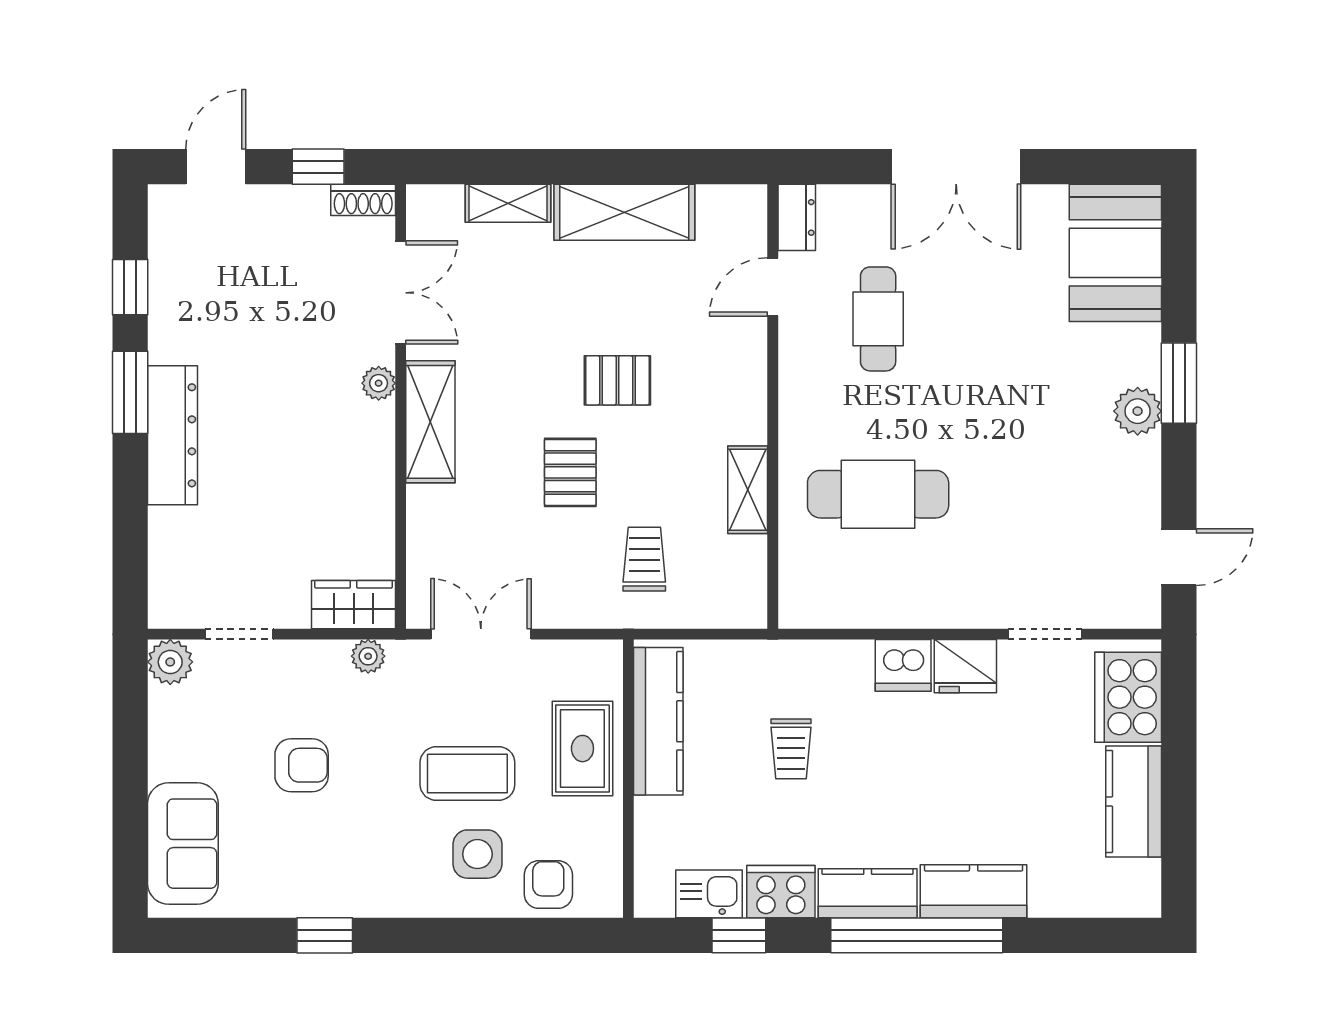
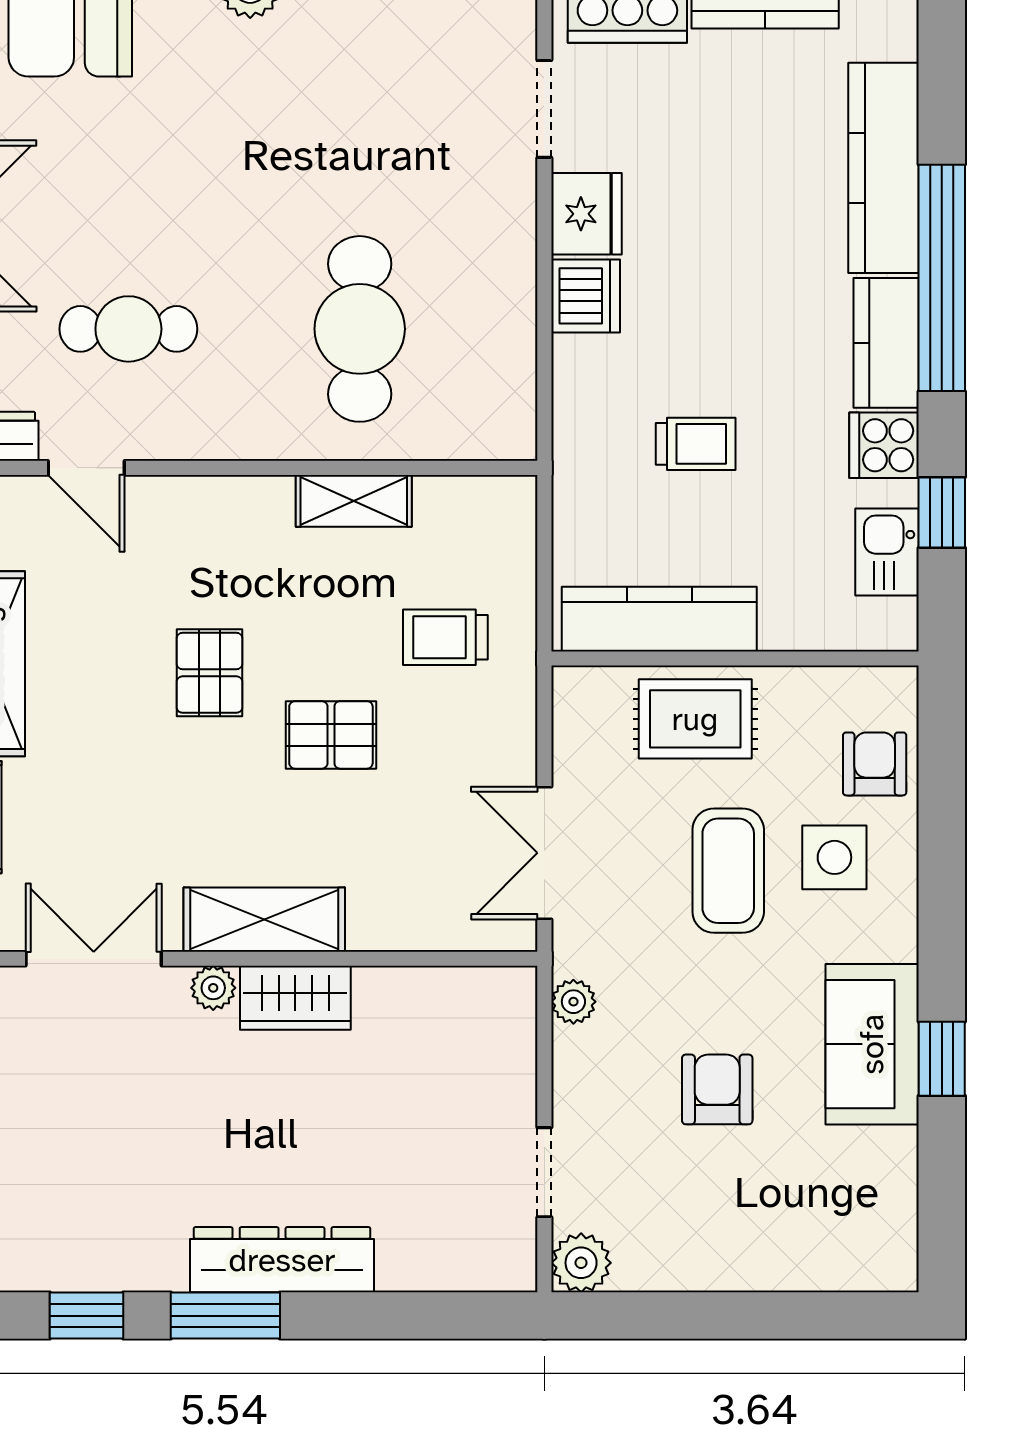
wardrobe: (354, 605) -> (295, 998), moved, turned -90
sofa: (183, 844) -> (872, 1044), moved, turned -90
armchair: (548, 885) -> (875, 764), turned 90
kitchen counter: (974, 891) -> (883, 168), width x1.50
cooker: (781, 892) -> (884, 445), width x0.73

